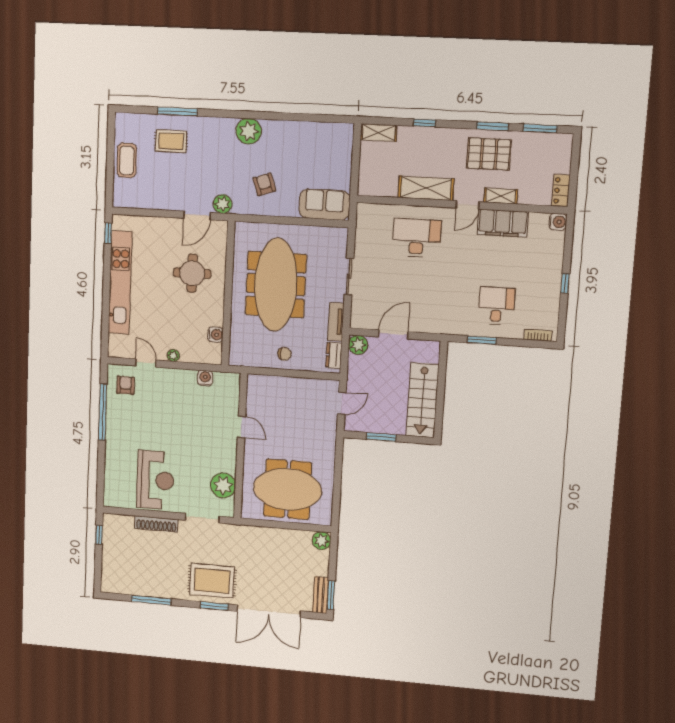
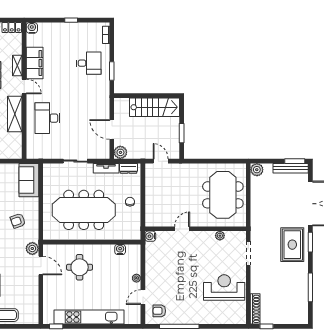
desk: (496, 306) -> (89, 63), turned 180
water cooler: (205, 378) -> (150, 236), moved
plant: (223, 485) -> (220, 236), width x0.53, depth x0.53
shoe rack: (156, 524) -> (255, 309), moved
bench: (321, 595) -> (291, 168), width x1.36

